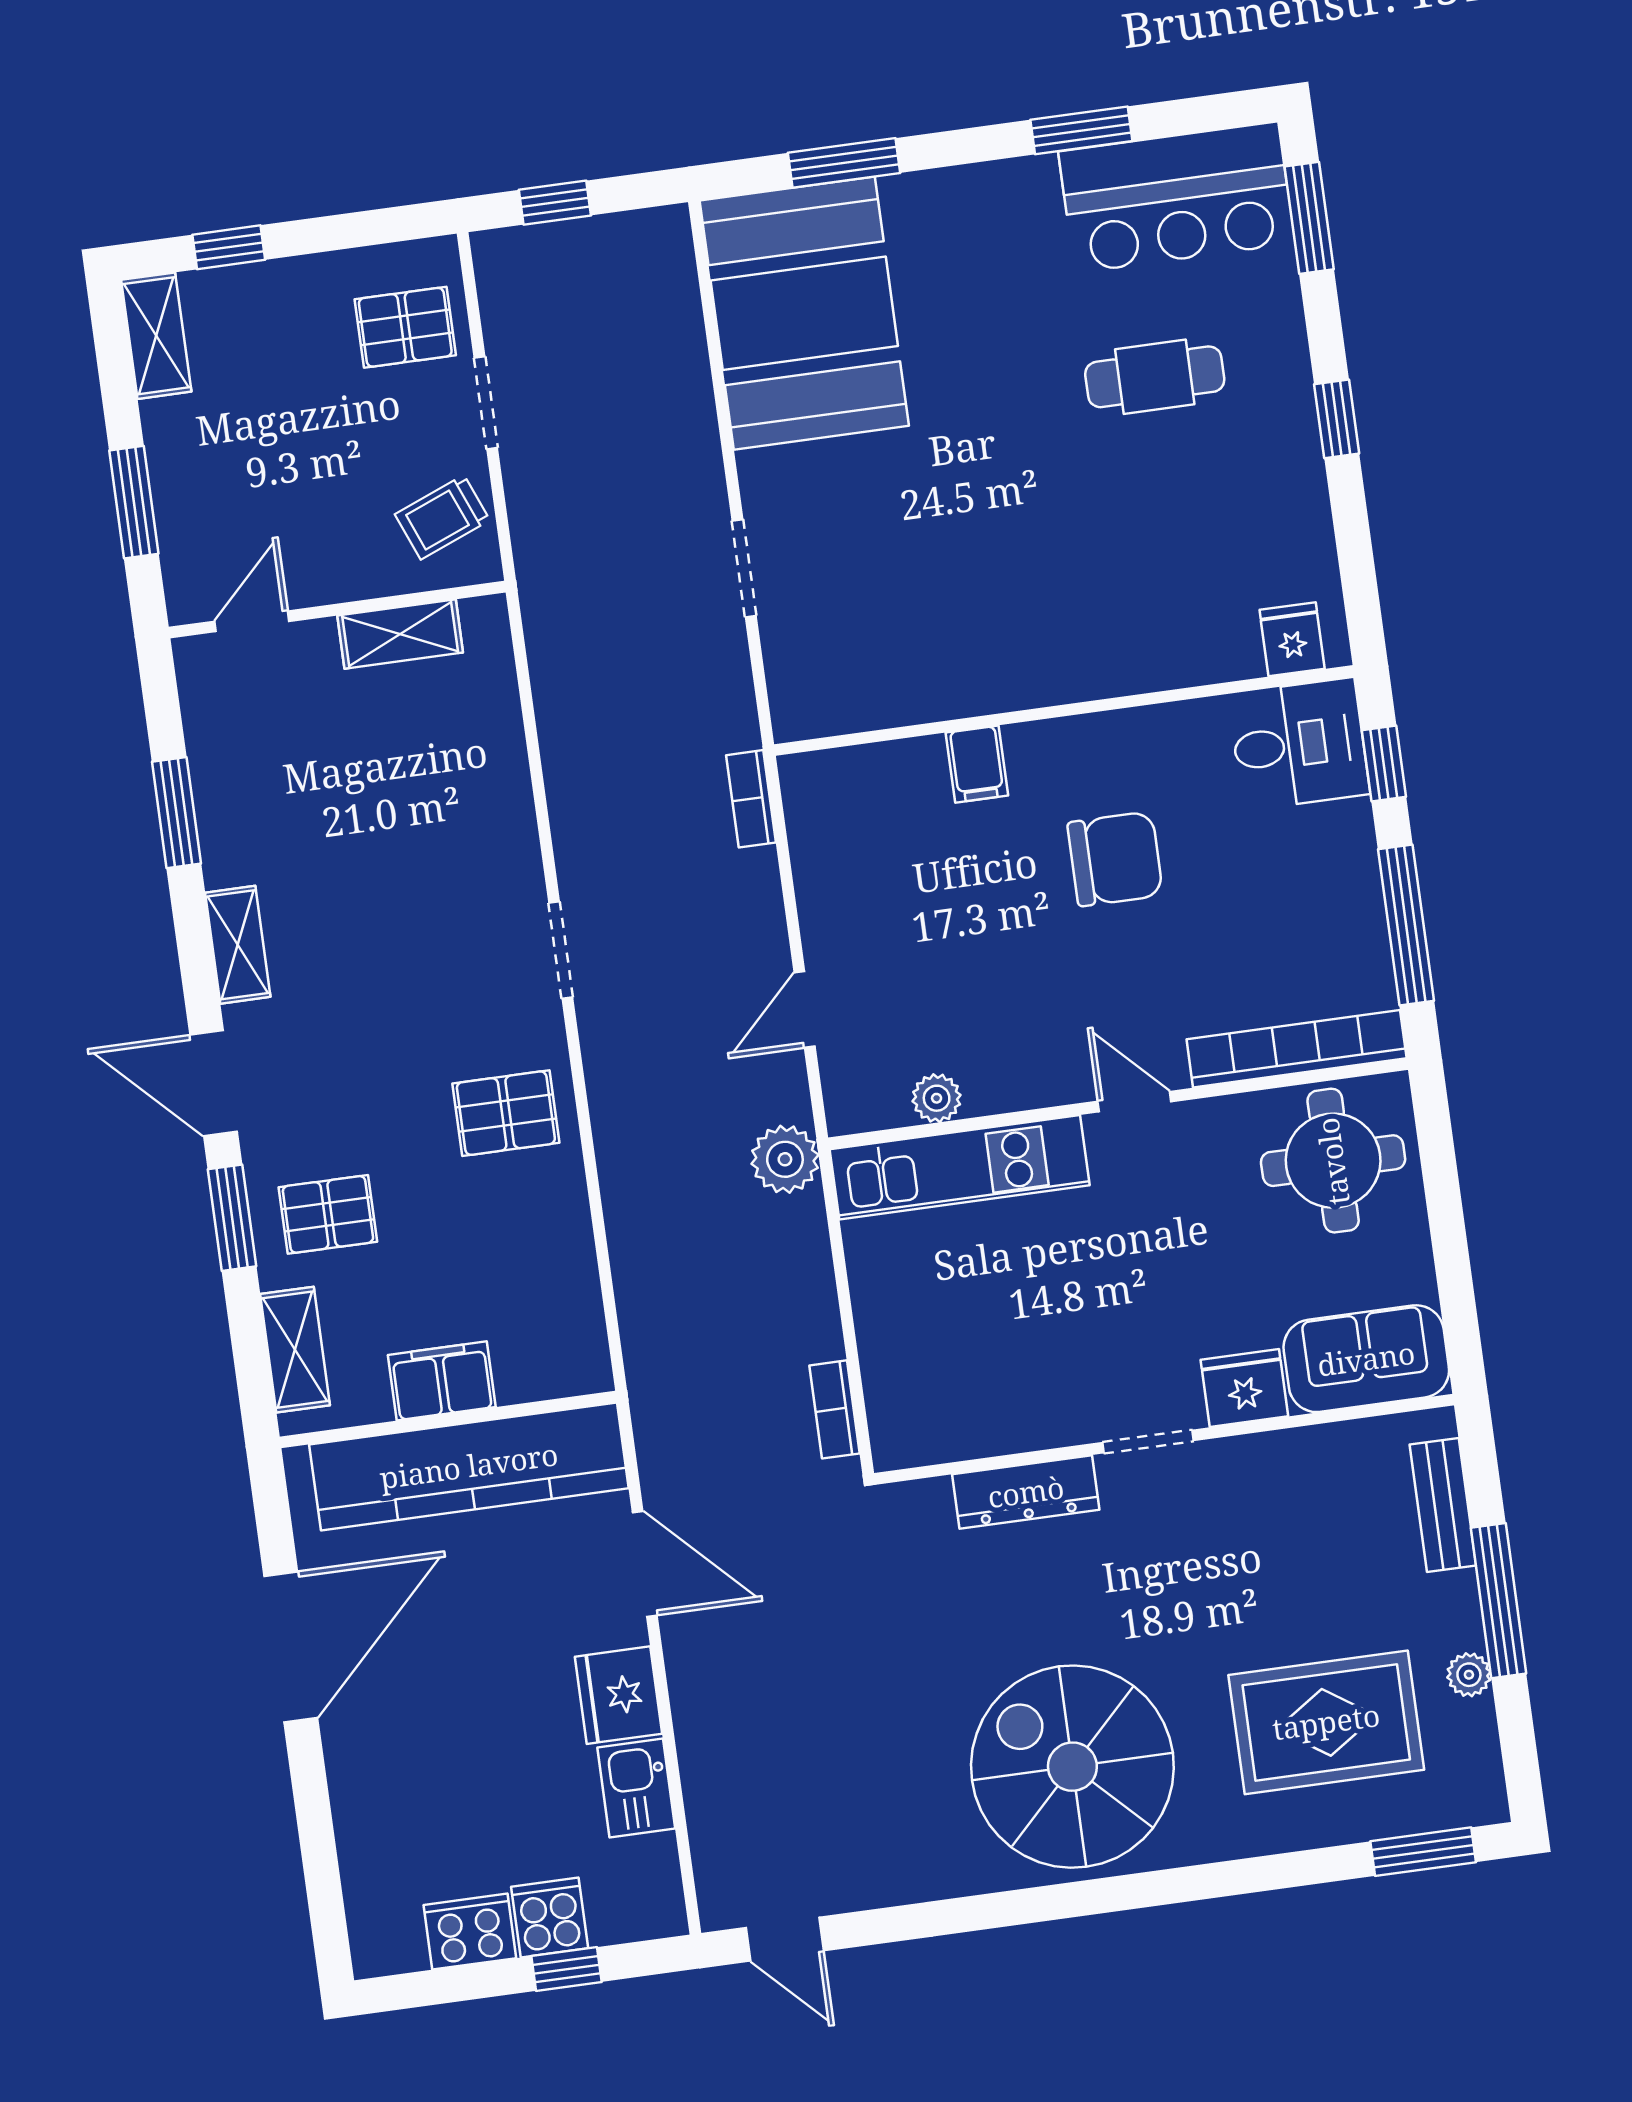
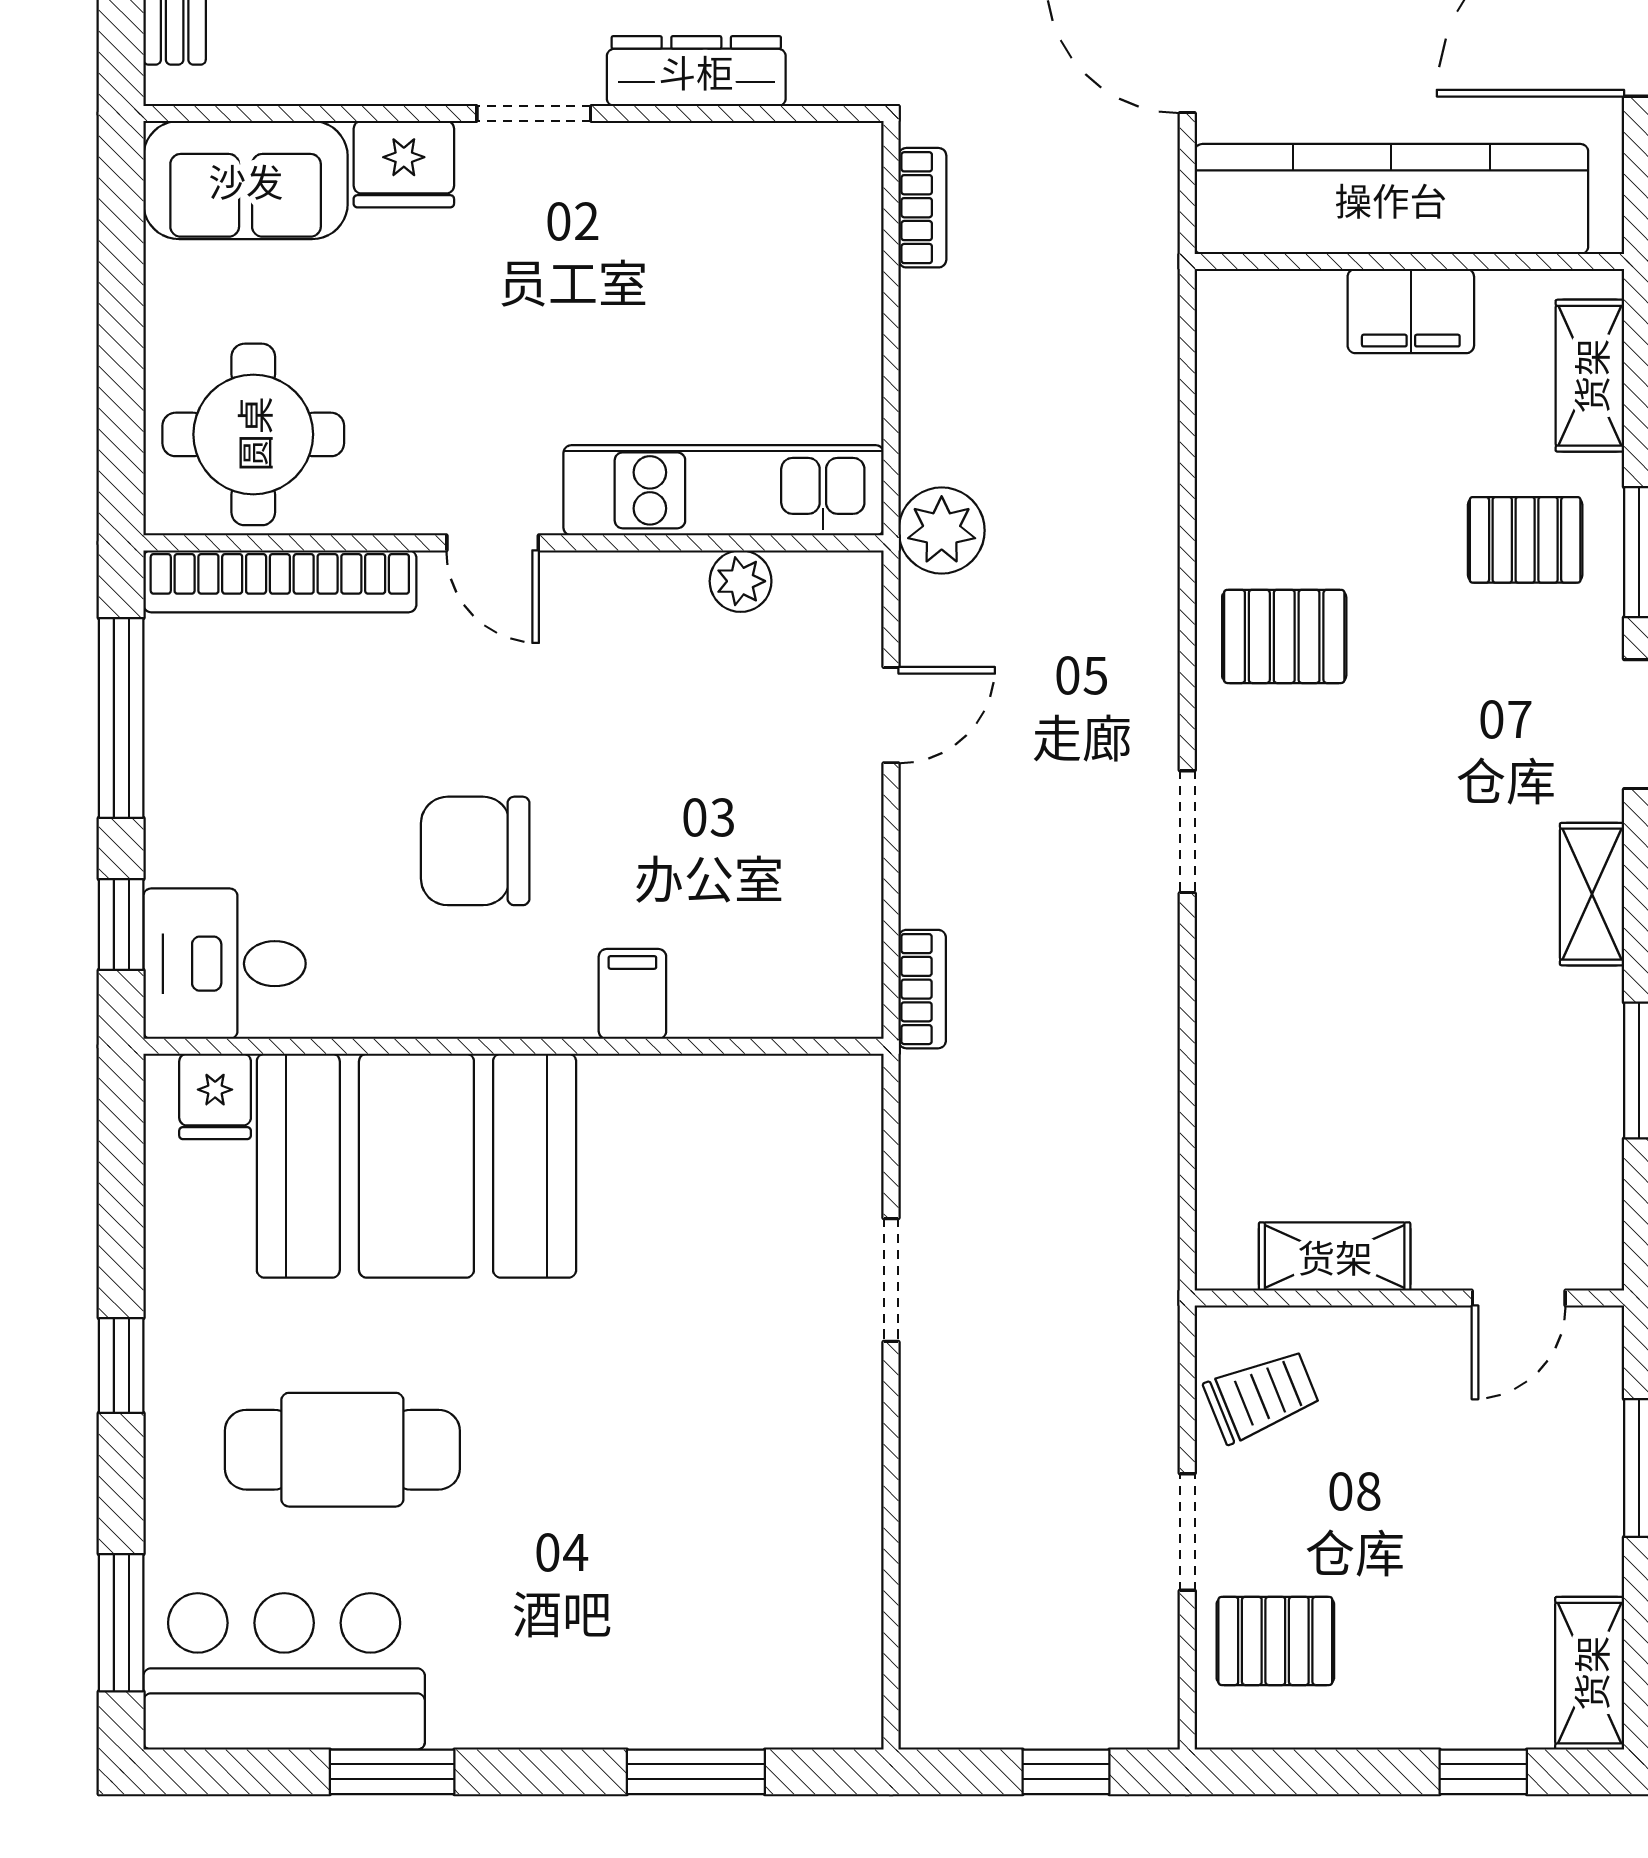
booth: (804, 313) -> (416, 1166), moved, turned 90
cafe table: (1155, 377) -> (342, 1450), width x1.37, depth x1.35

